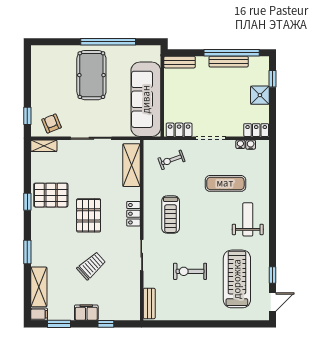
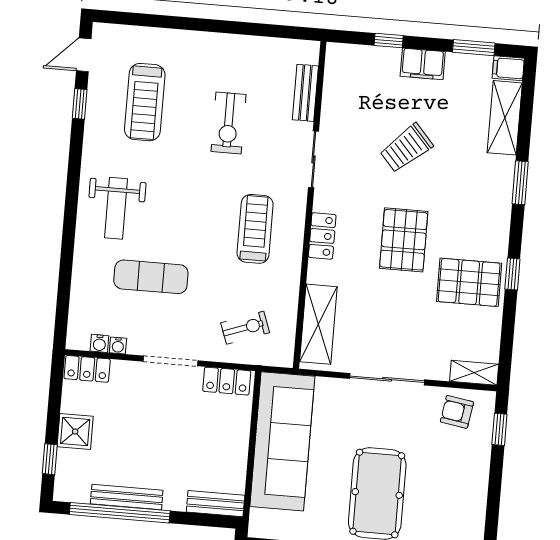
armchair: (51, 123) -> (457, 412), turned 121
exercise bike: (190, 271) -> (229, 123), turned 90
treadmill: (237, 279) -> (145, 102), width x0.73, depth x0.73
bench: (149, 304) -> (305, 93), moved

